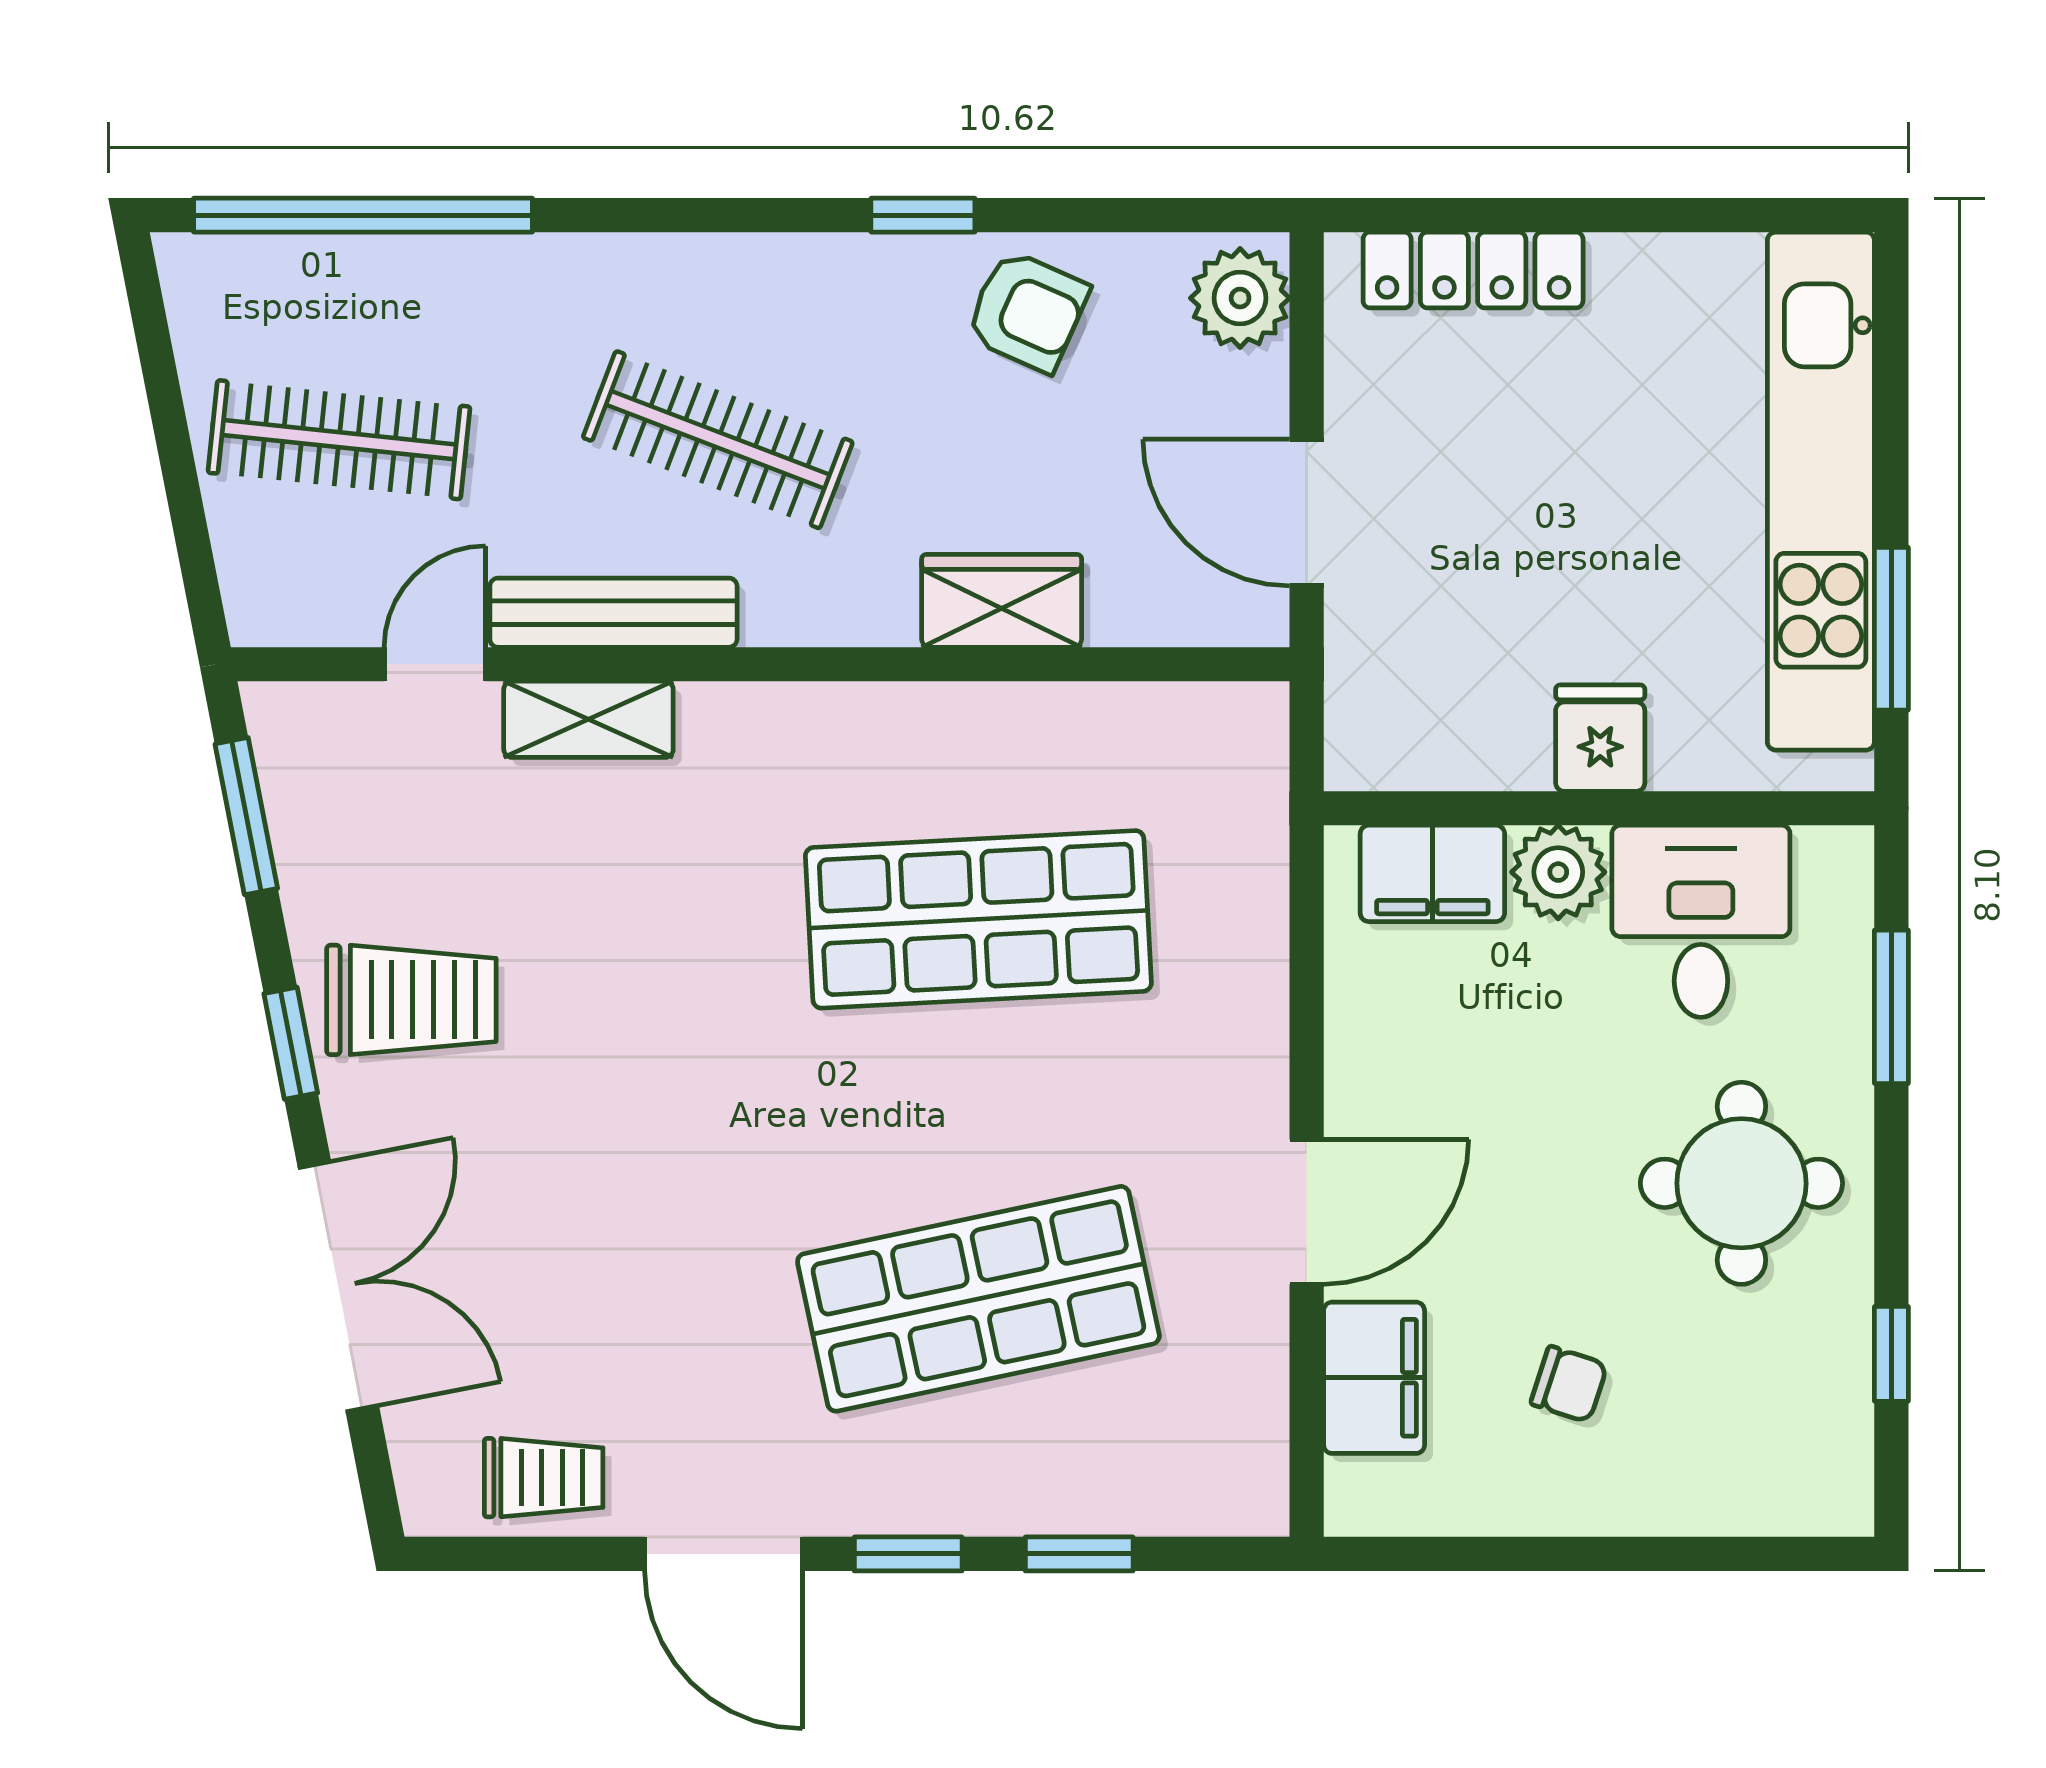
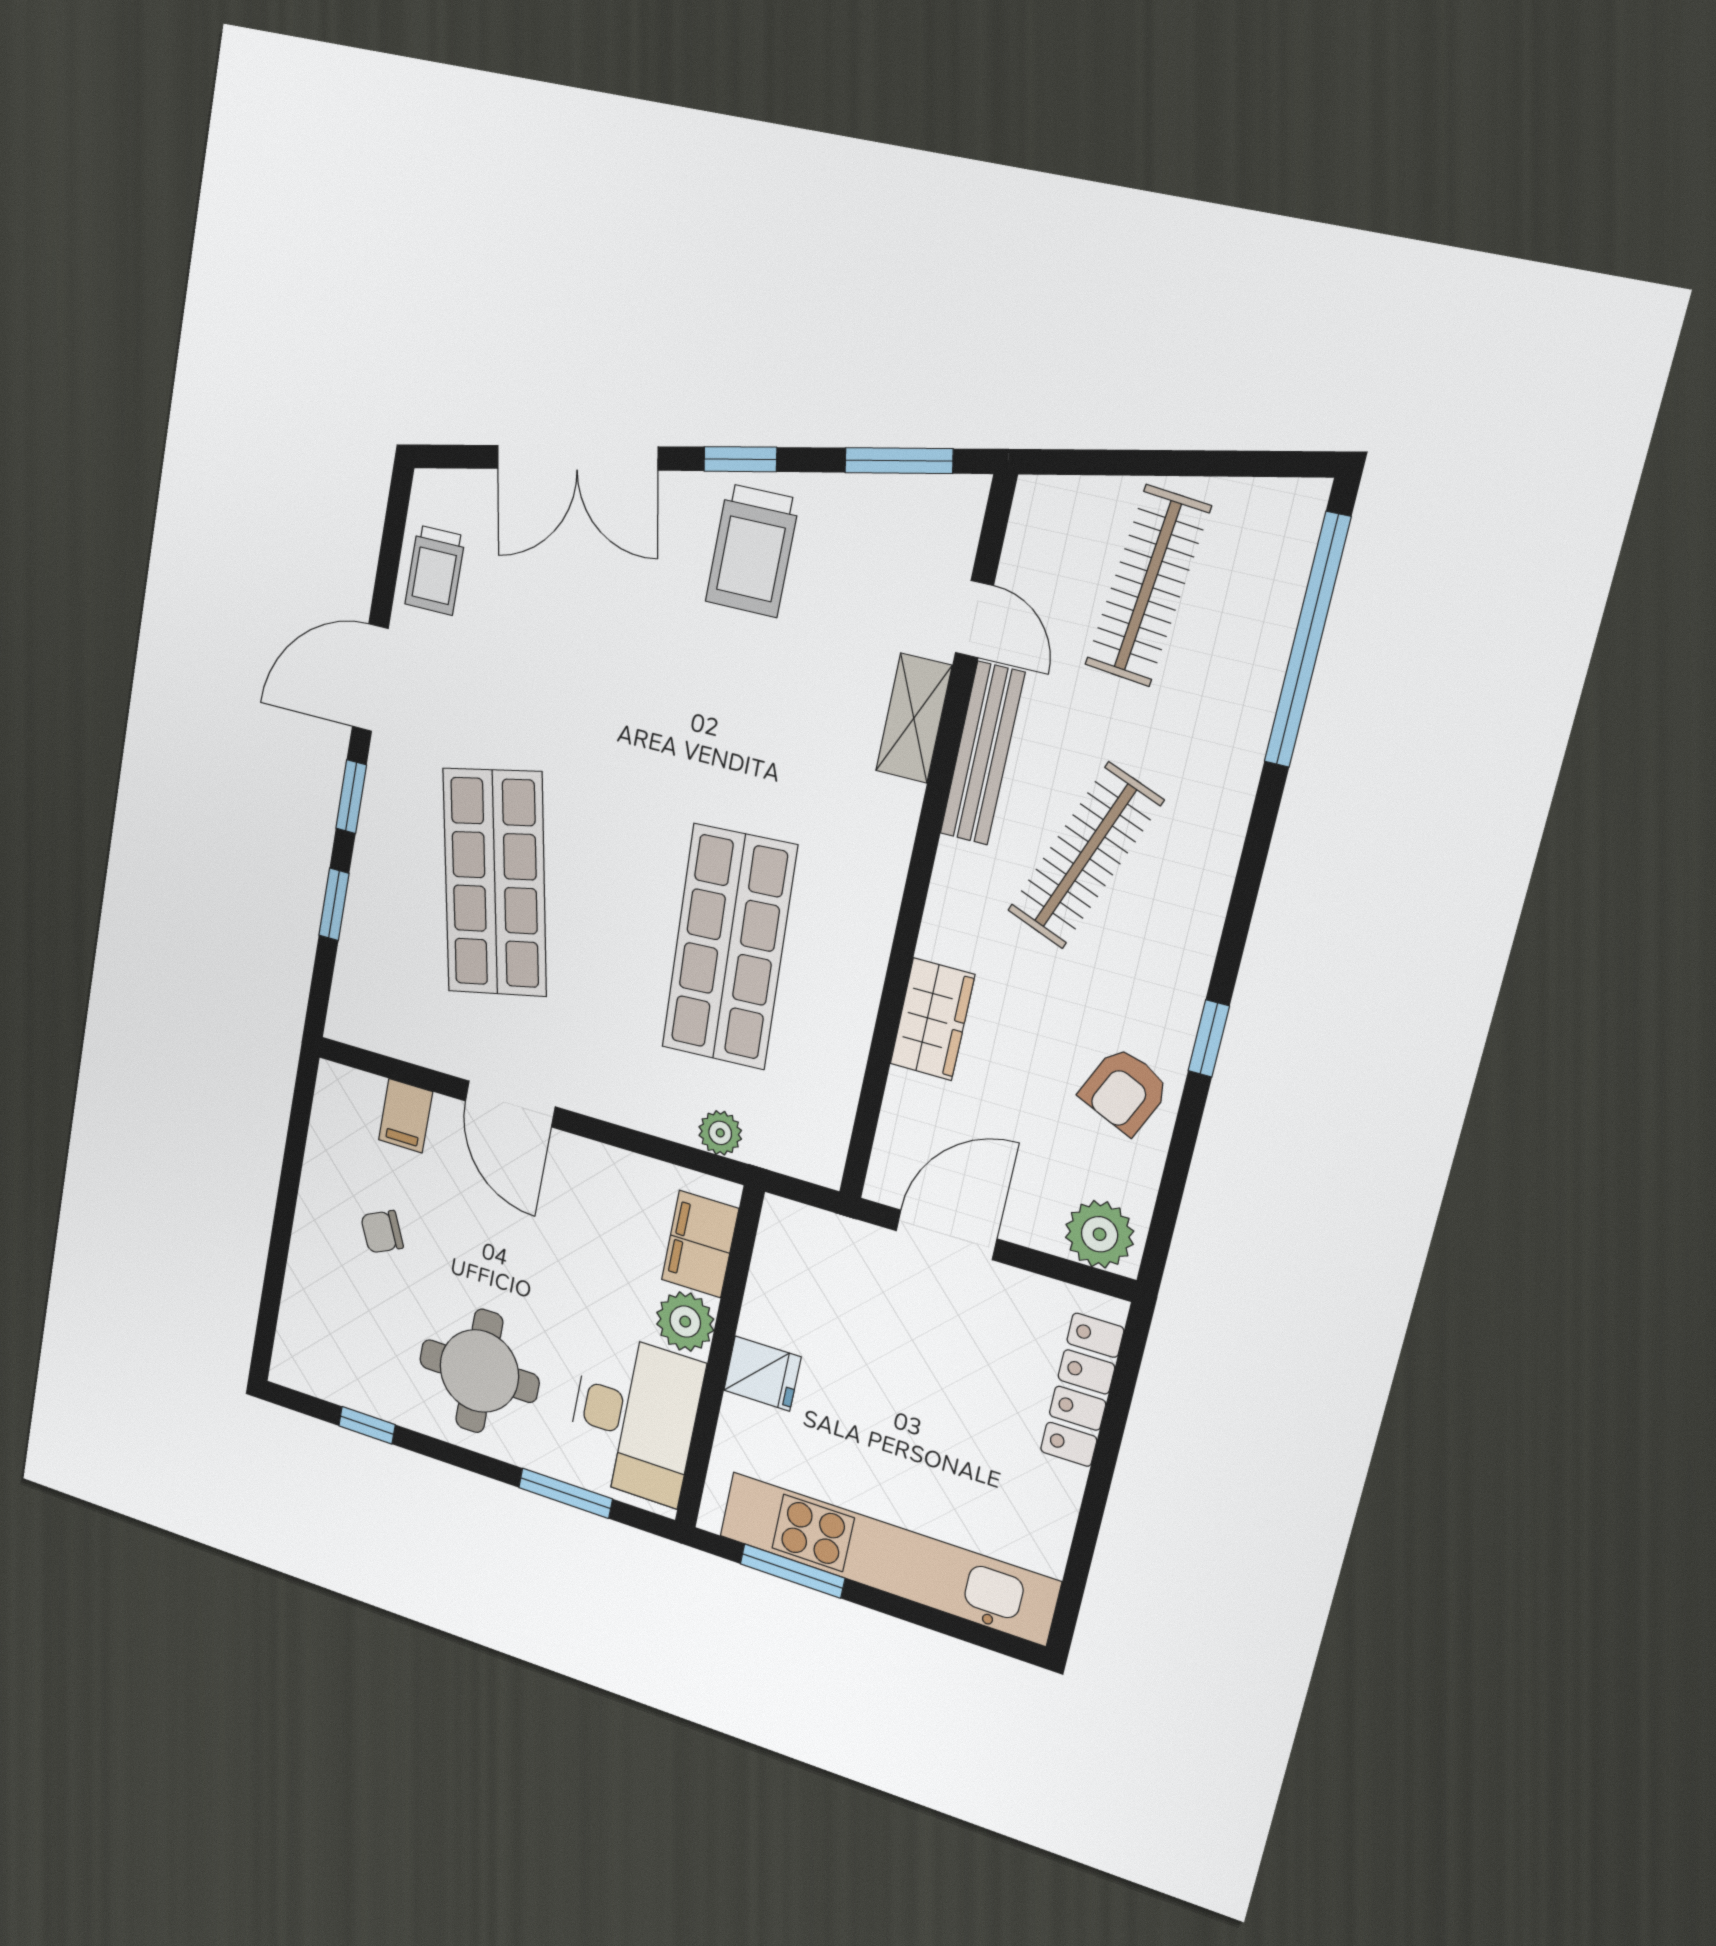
plant: (1256, 877) -> (720, 1133), added
desk: (1701, 921) -> (634, 1418), width x1.37
filing cabinet: (1374, 1378) -> (406, 1116), width x0.50
chair: (1569, 1384) -> (382, 1232), turned 47

